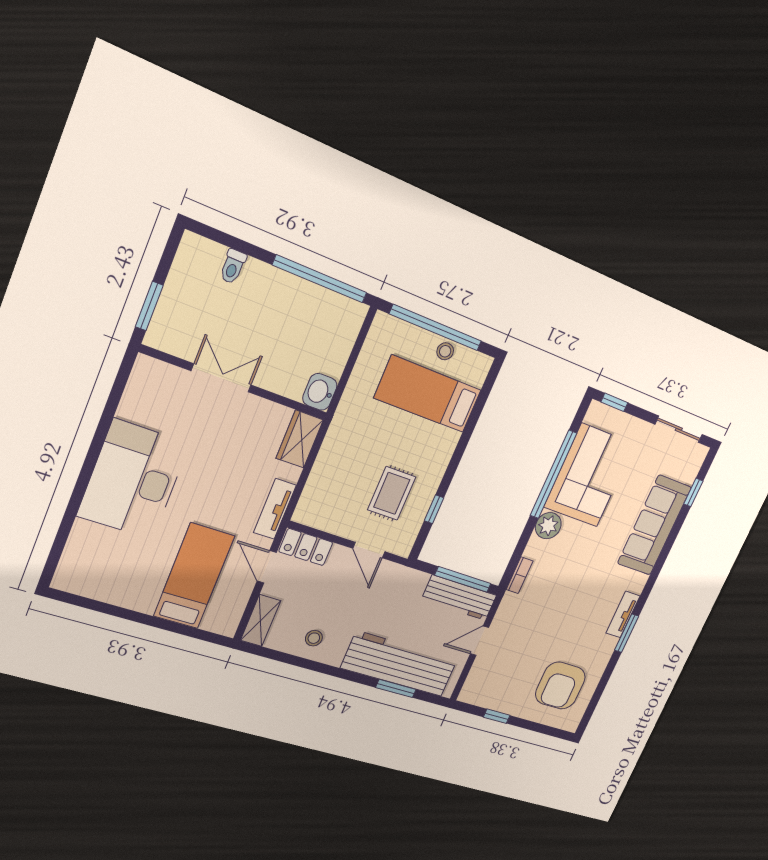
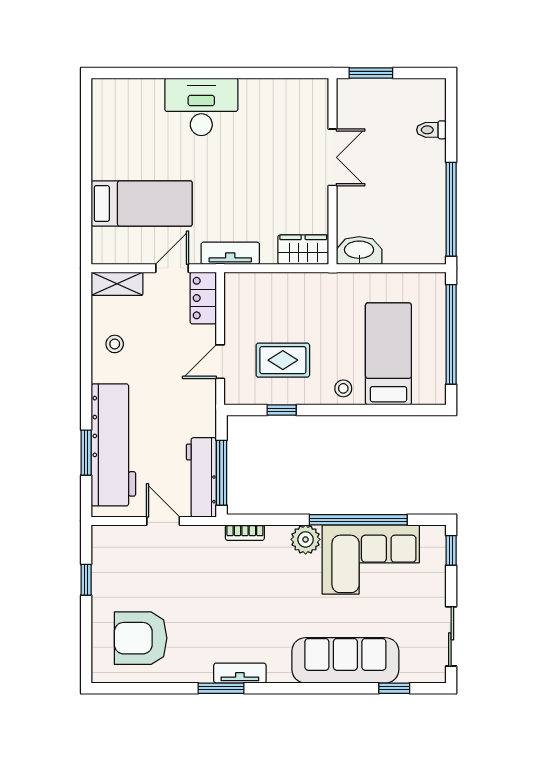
stool: (445, 351) -> (343, 388), moved
washbasin: (320, 392) -> (359, 251), width x1.38
desk: (133, 480) -> (201, 107), width x0.73, depth x0.77

